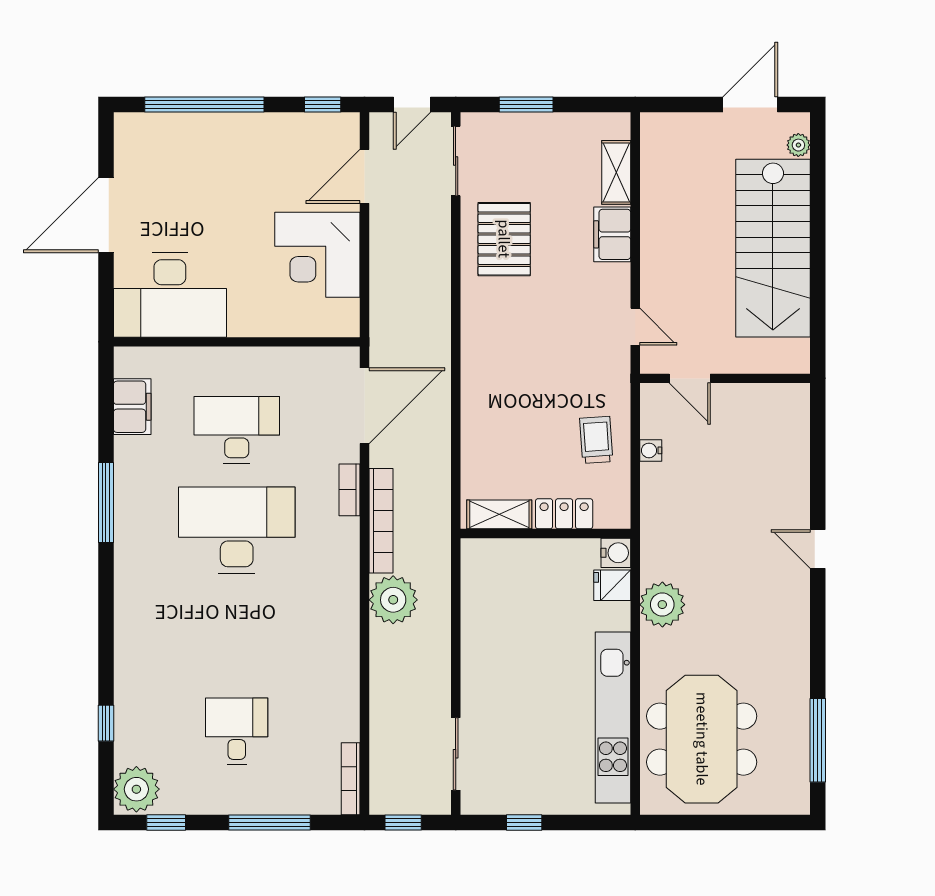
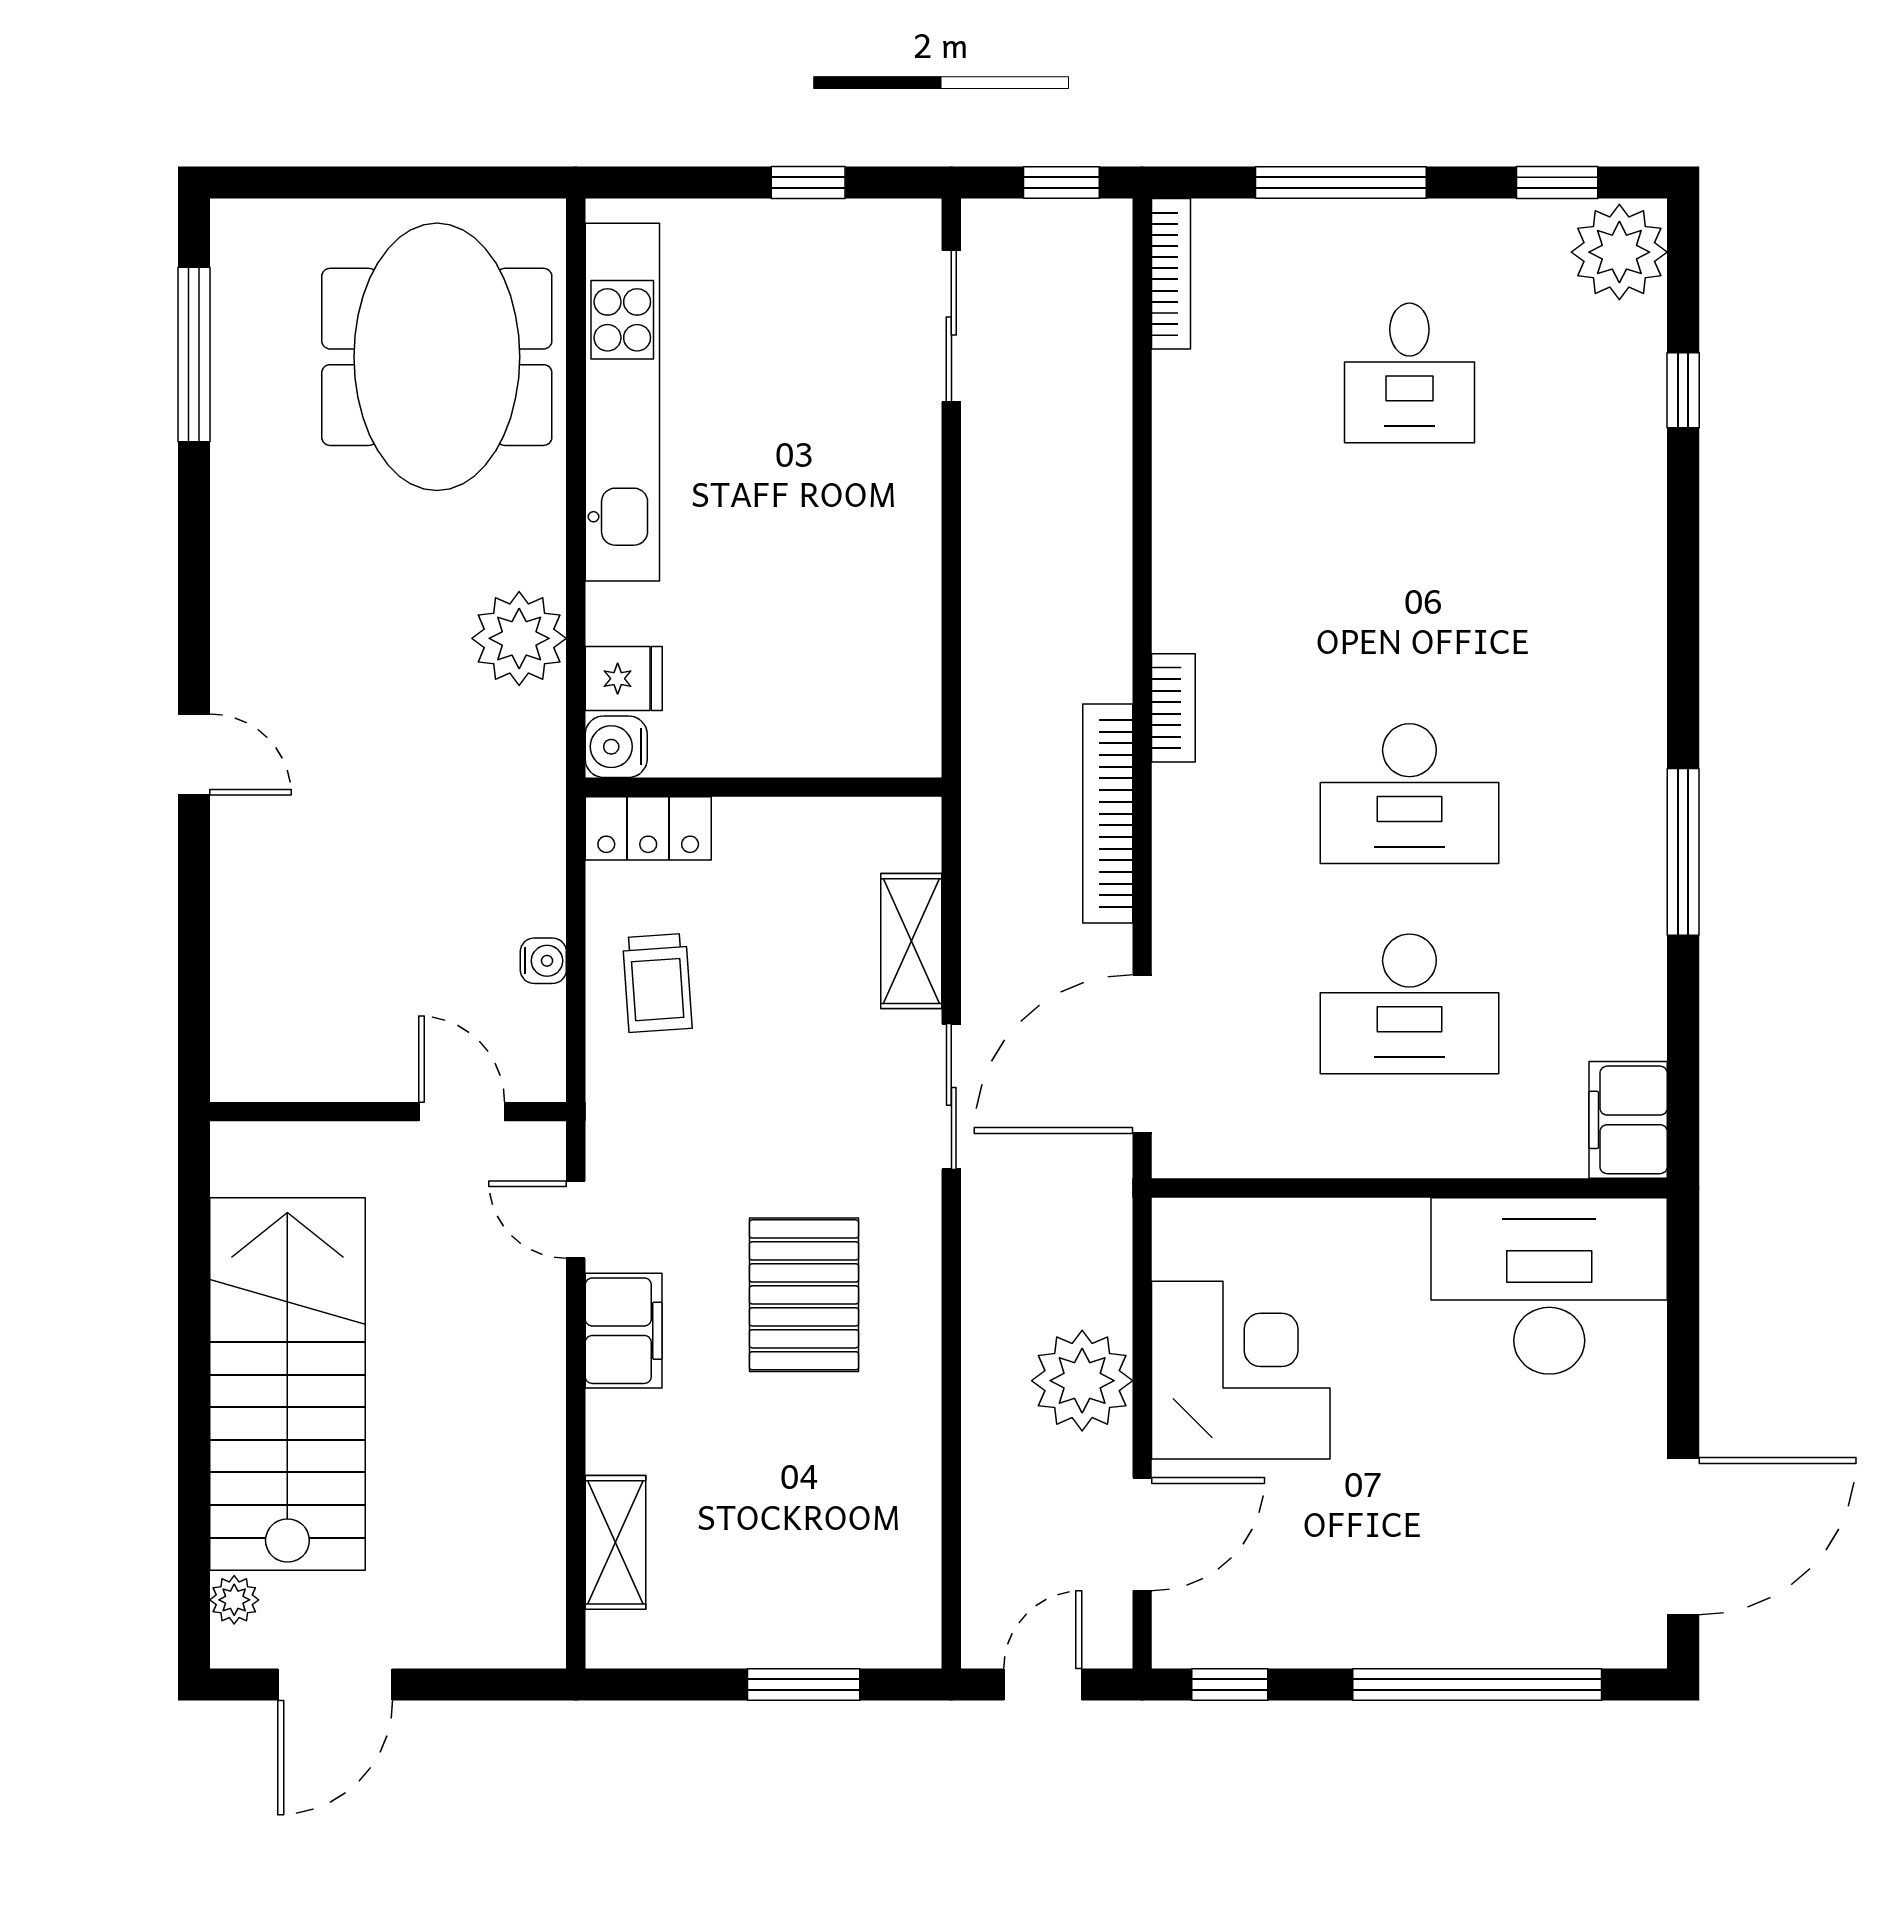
sliding door: (456, 161) -> (951, 1096), moved
door: (106, 215) -> (1683, 1536), moved
filing cabinet: (612, 234) -> (624, 1331), moved
pallet: (504, 239) -> (804, 1295), moved
filing cabinet: (132, 407) -> (1628, 1120), moved
bookcase: (350, 490) -> (1173, 708), moved
shelving: (499, 514) -> (911, 941), moved, turned 90
locker: (564, 514) -> (648, 828), moved
desk: (237, 530) -> (1409, 794), width x0.73, depth x0.77
plant: (393, 600) -> (1082, 1381), moved

